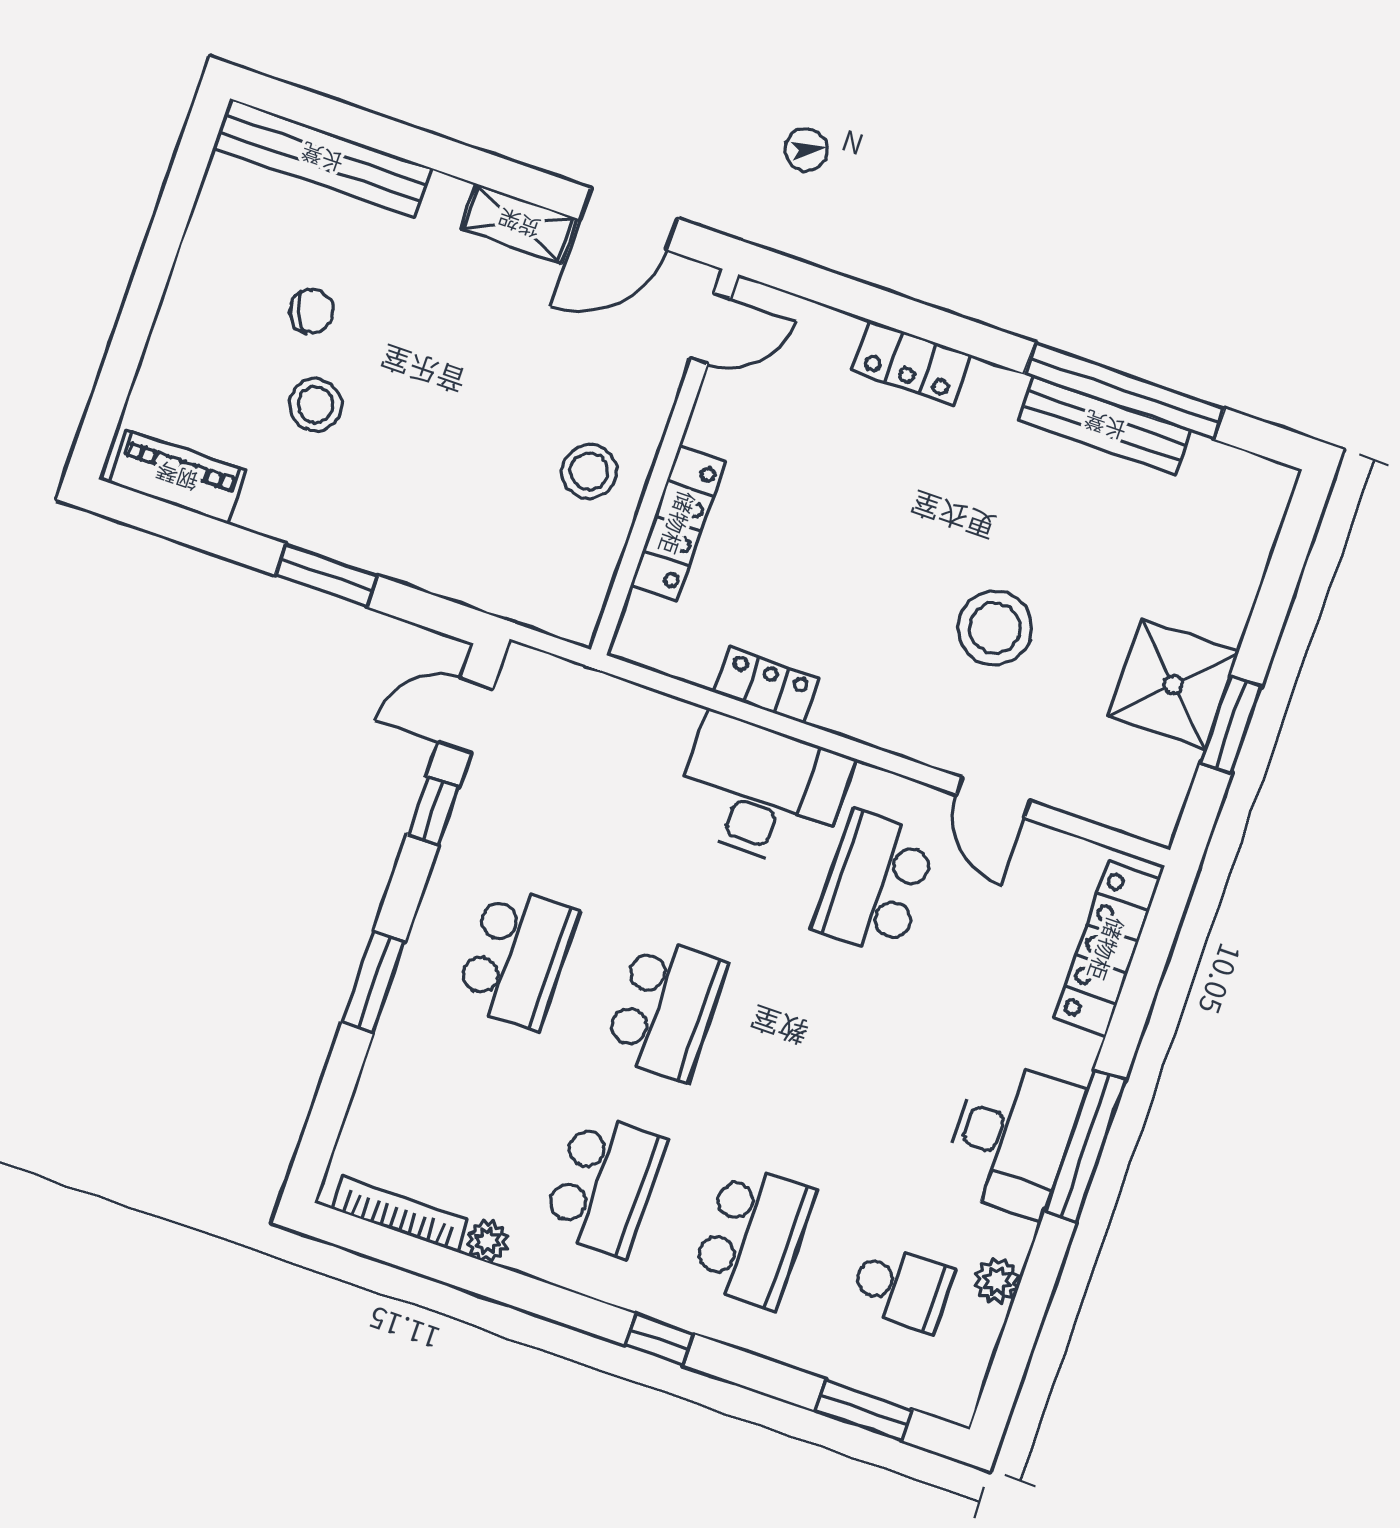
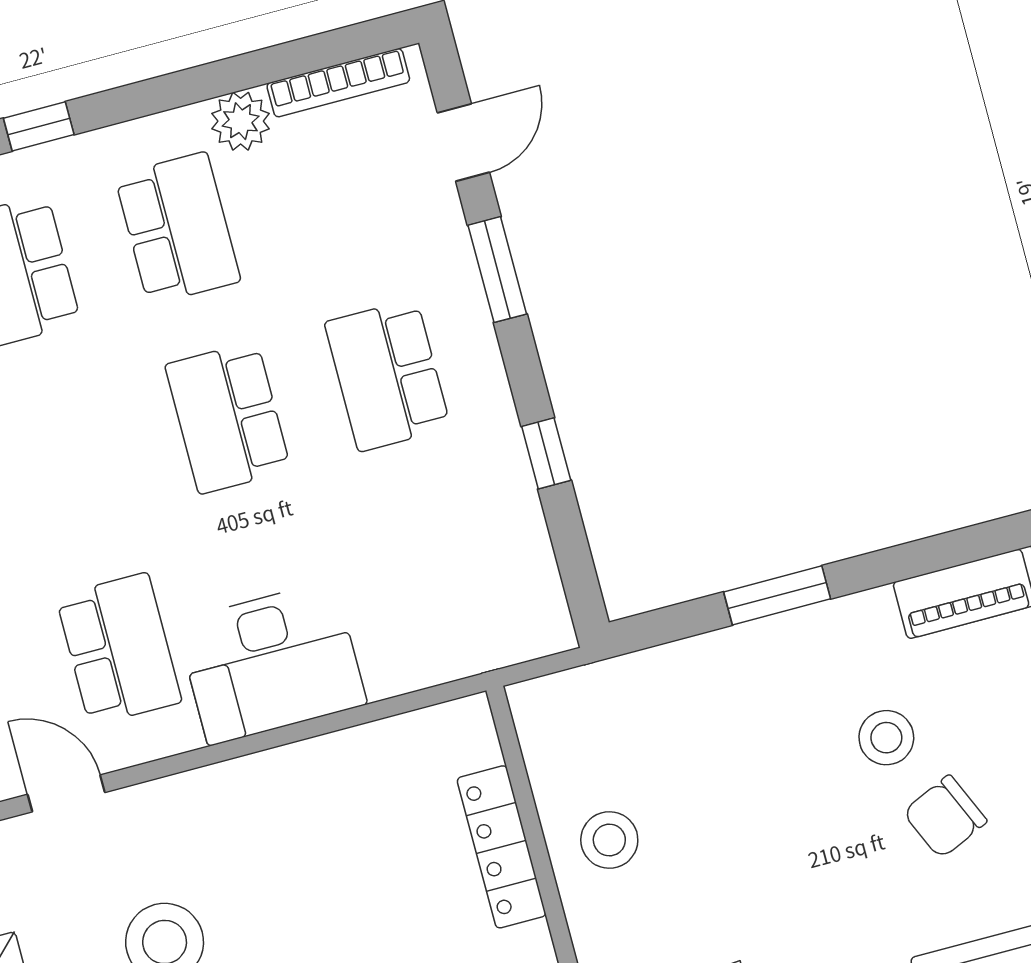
chair: (311, 311) -> (945, 817), width x1.37, depth x1.37
locker: (767, 685) -> (329, 758), removed
door: (466, 716) -> (463, 142), moved
school desk: (604, 1185) -> (178, 228), turned 180
plant: (487, 1241) -> (241, 121), width x1.38, depth x1.38

